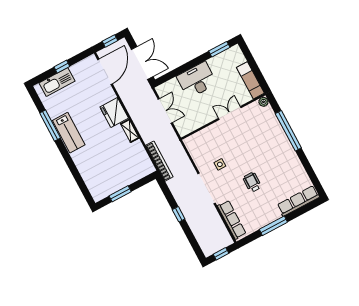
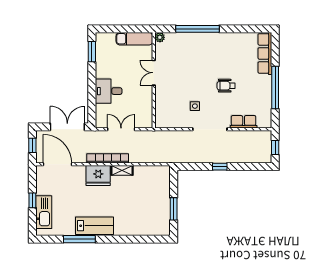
desk: (197, 80) -> (109, 91), width x0.73
bookcase: (159, 161) -> (108, 158), moved
row of seats: (232, 220) -> (244, 122), width x0.68
window: (273, 226) -> (275, 88), width x1.46

